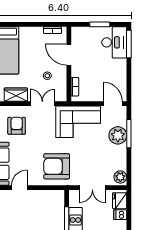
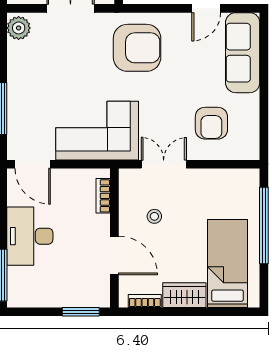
window: (100, 24) -> (81, 312), moved
desk: (114, 42) -> (30, 236), moved
wardrobe: (16, 95) -> (184, 295), moved, turned 180
double door: (42, 104) -> (164, 164), swing flipped
plant: (118, 135) -> (23, 105), removed

